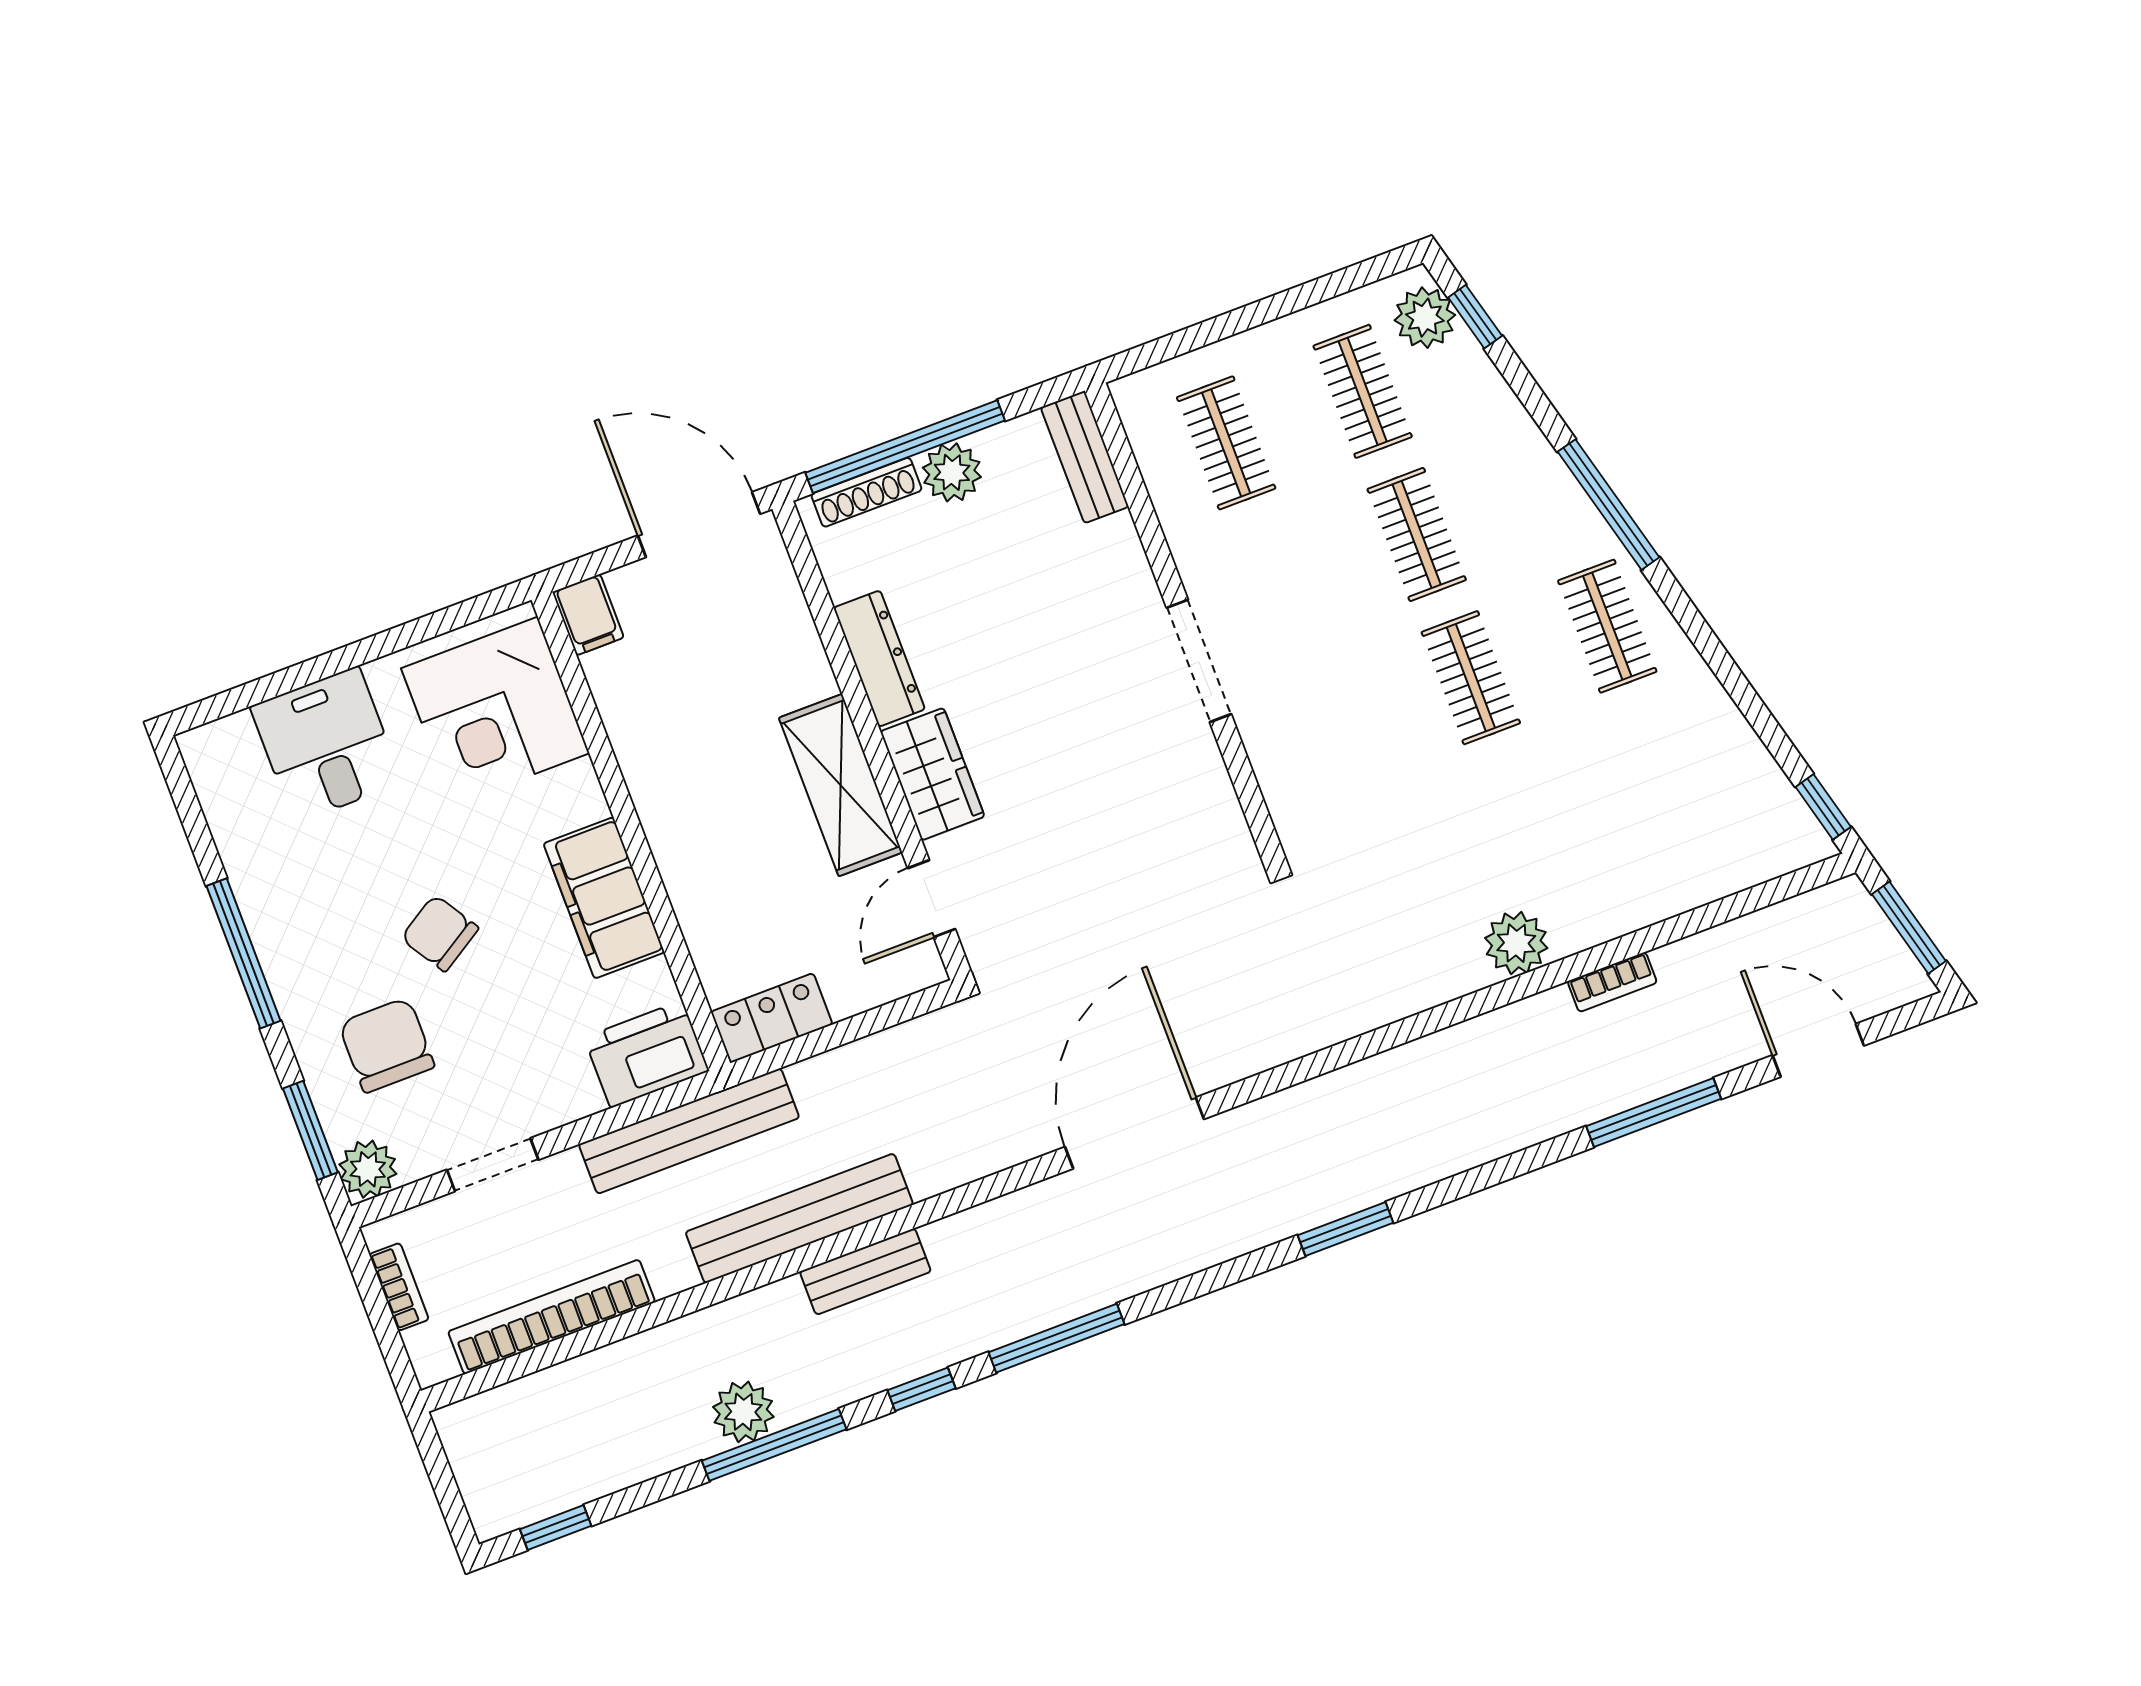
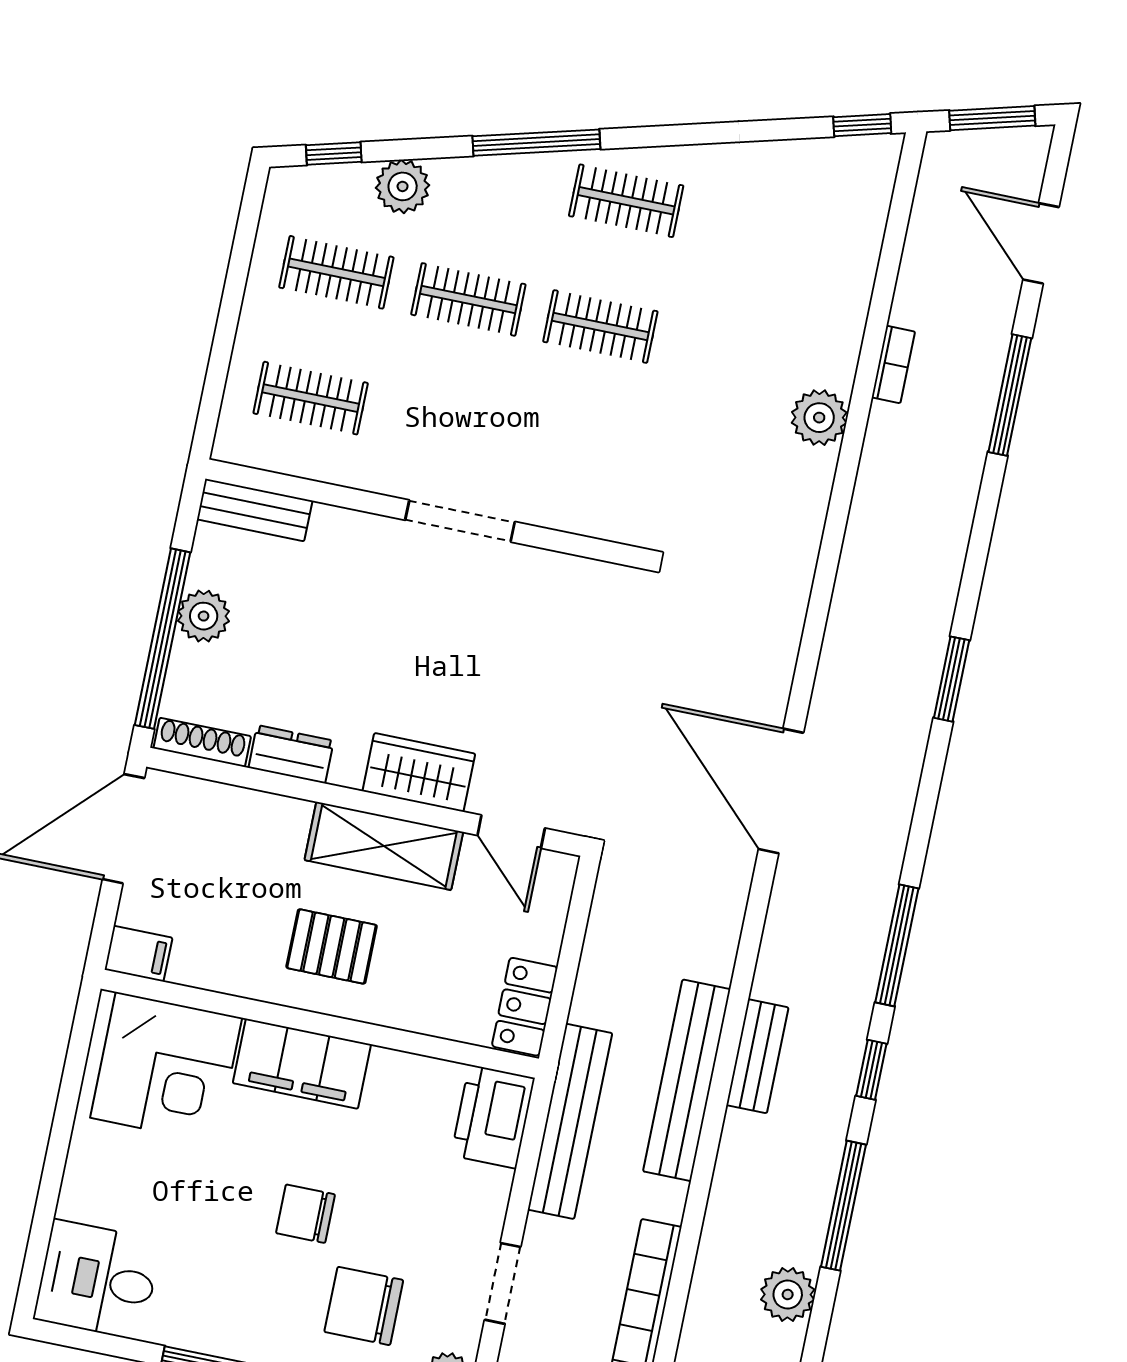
plant: (1425, 318) -> (403, 186), moved
shoe rack: (866, 492) -> (202, 742), moved, turned -90
dresser: (879, 659) -> (291, 754), width x0.70
desk: (326, 745) -> (97, 1280), moved
pallet: (712, 796) -> (332, 946), added
filing cabinet: (604, 898) -> (302, 1064), moved
chair: (440, 933) -> (305, 1214), turned 32
door: (1818, 1050) -> (1041, 243), hinge flipped
plant: (743, 1412) -> (788, 1294), moved

